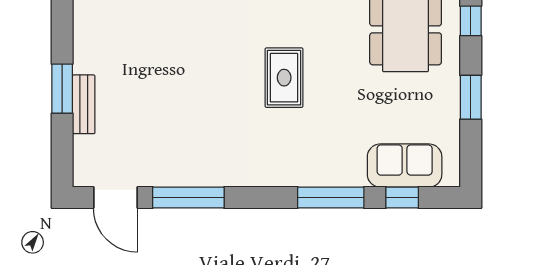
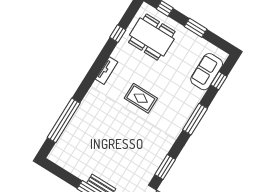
window: (188, 197) -> (165, 167), width x0.69
window: (331, 197) -> (195, 119), moved

